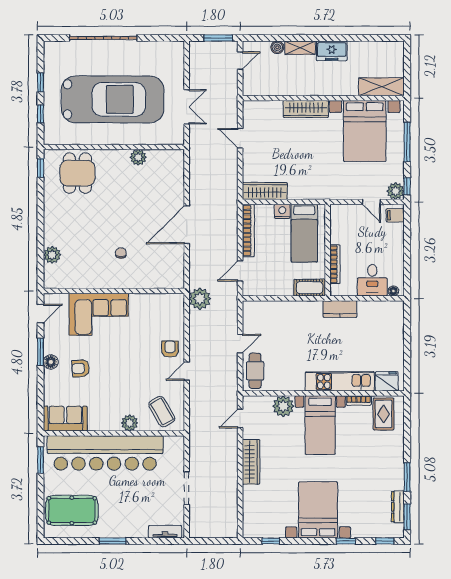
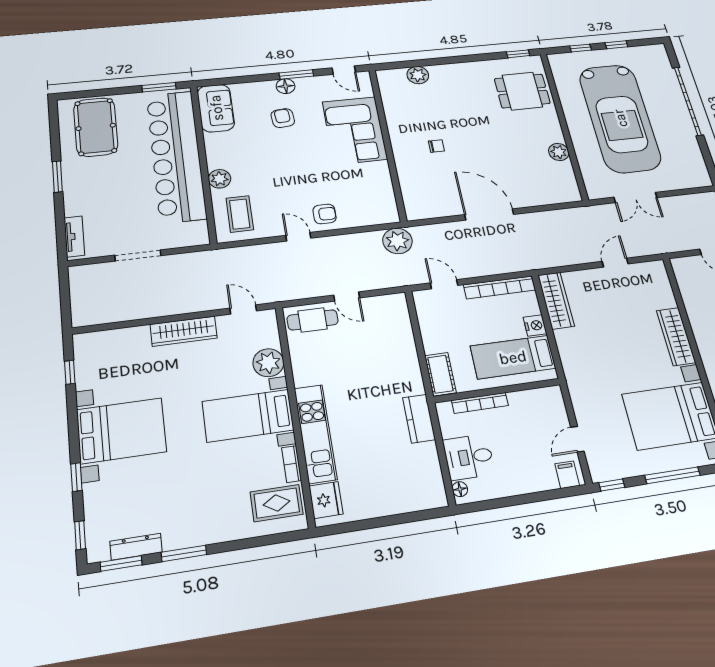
plant: (395, 191) -> (601, 470), removed
coffee table: (162, 412) -> (240, 214), turned -60

